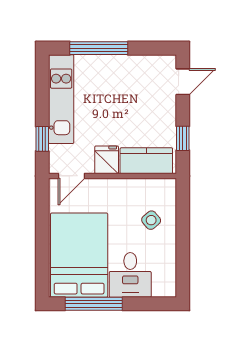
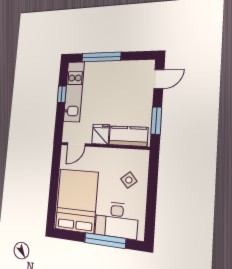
window: (183, 138) -> (156, 121), width x1.50
window: (42, 139) -> (62, 94), moved
desk: (130, 275) -> (116, 220), width x1.37
window: (94, 304) -> (105, 241), moved

